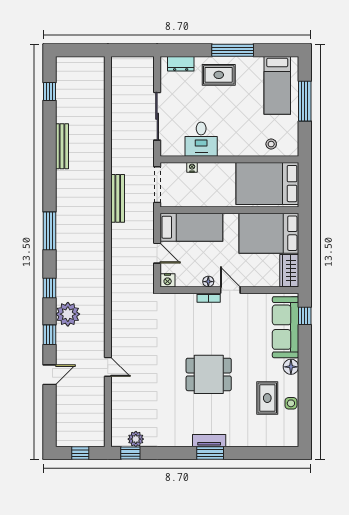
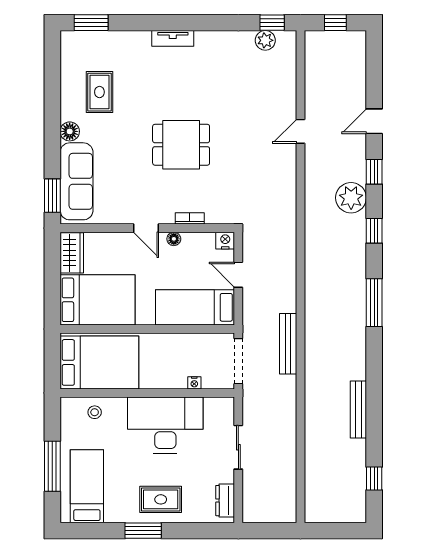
window: (233, 50) -> (143, 531), width x0.69
dresser: (181, 64) -> (225, 501), moved, turned -90
sliding door: (157, 116) -> (238, 447), width x0.73
desk: (201, 139) -> (165, 425), width x1.87, depth x1.30
bookcase: (209, 298) -> (190, 218), moved
window: (305, 316) -> (52, 196), width x1.50
door: (108, 367) -> (300, 131), hinge flipped
dining table: (209, 374) -> (181, 145), moved
side table: (291, 403) -> (70, 85), removed
window: (210, 453) -> (91, 23), moved

